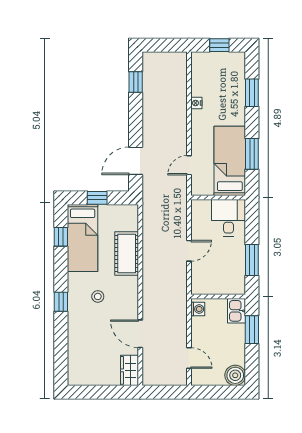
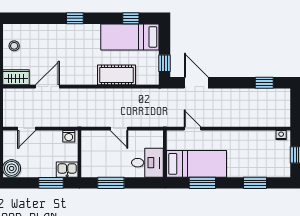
nightstand: (196, 103) -> (281, 135), moved
window: (97, 198) -> (165, 63), moved
stool: (98, 296) -> (14, 46), moved

